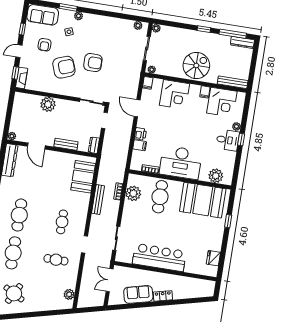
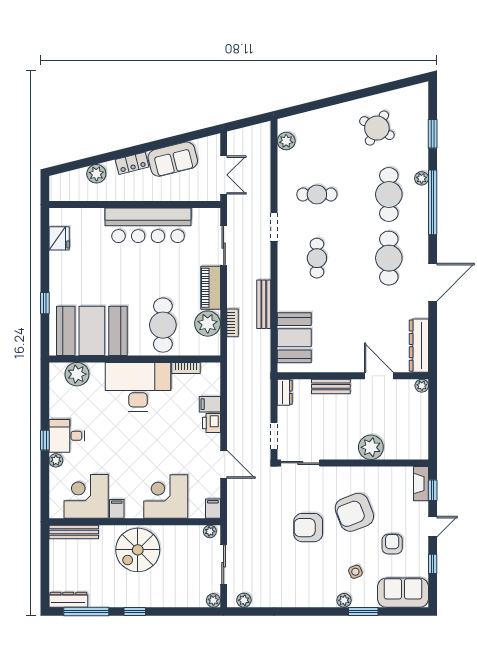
piano: (128, 214) -> (211, 288), added
plant: (185, 293) -> (96, 174), added

